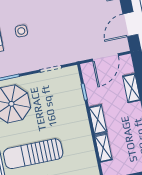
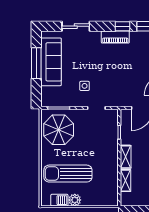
side table: (21, 31) -> (85, 86), moved

